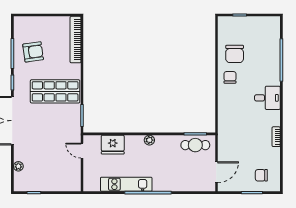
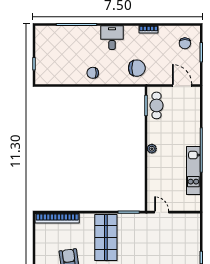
chair: (235, 54) -> (137, 68), moved
fridge: (113, 145) -> (156, 183), removed
door: (82, 151) -> (162, 212), swing flipped

